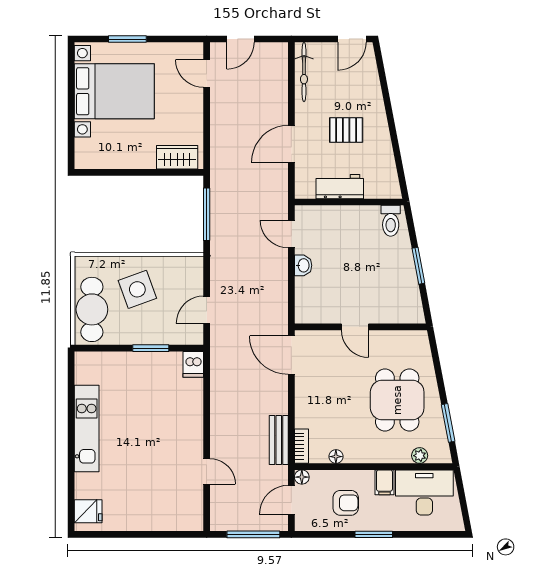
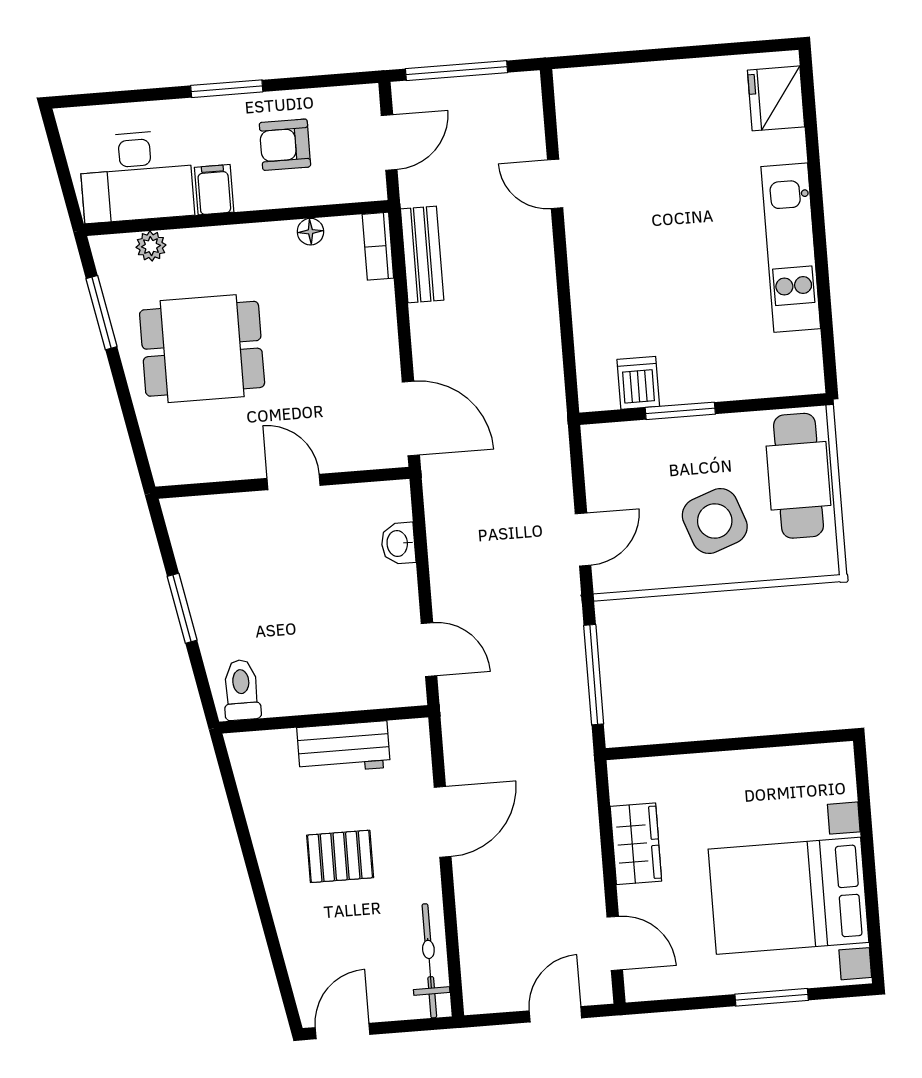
wardrobe: (177, 157) -> (636, 844), moved, turned -90
washbasin: (303, 265) -> (398, 543), moved
door: (207, 310) -> (583, 539), moved
dishwasher: (193, 364) -> (638, 383), moved
dining table: (397, 400) -> (202, 349), turned 90
floor lamp: (302, 477) -> (373, 187), removed
fridge: (88, 511) -> (776, 98), width x1.38

